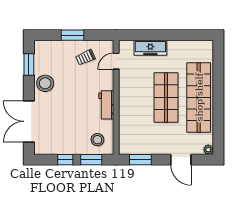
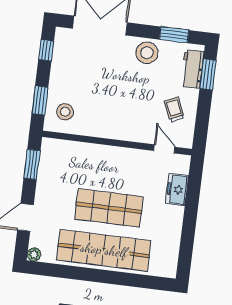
window: (72, 35) -> (208, 74), moved
freezer: (150, 48) -> (177, 190), width x0.71
workbench: (106, 105) -> (192, 69), moved, turned -90
window: (65, 160) -> (46, 50), moved

